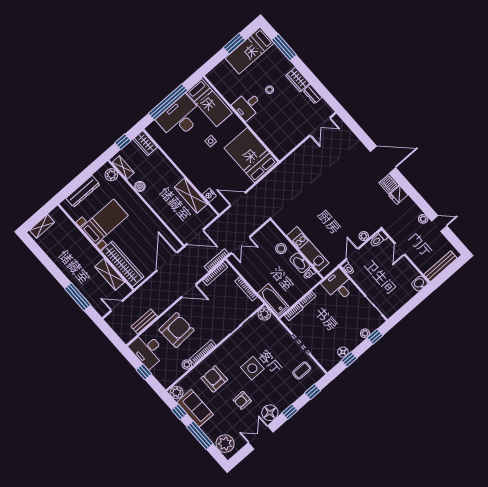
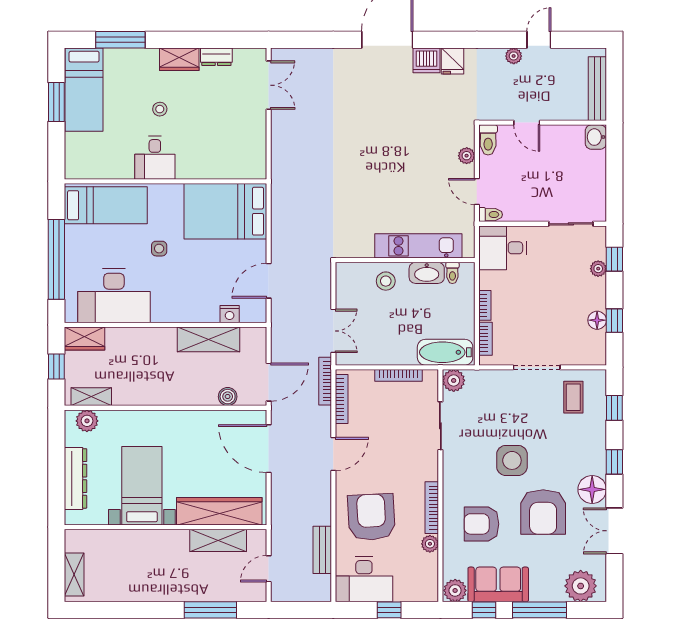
desk: (180, 118) -> (114, 296), moved, turned -90
boiler: (140, 186) -> (228, 397), moved
armchair: (242, 400) -> (543, 512), width x1.88, depth x1.88

